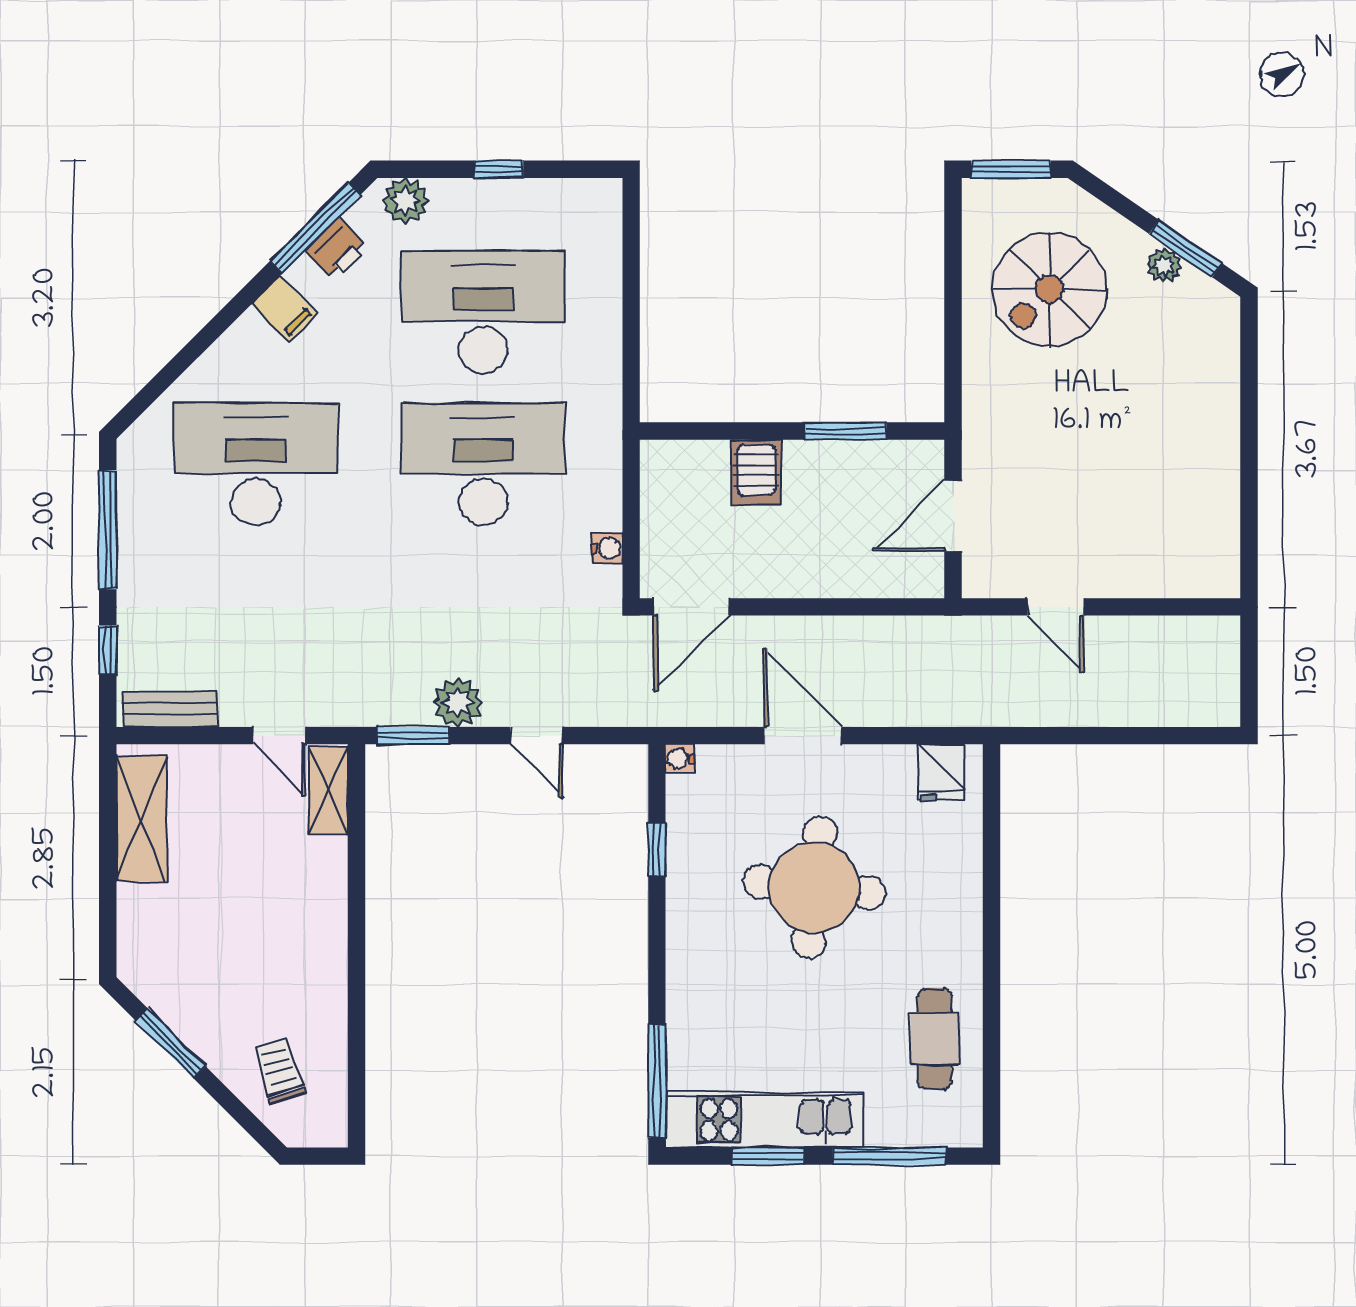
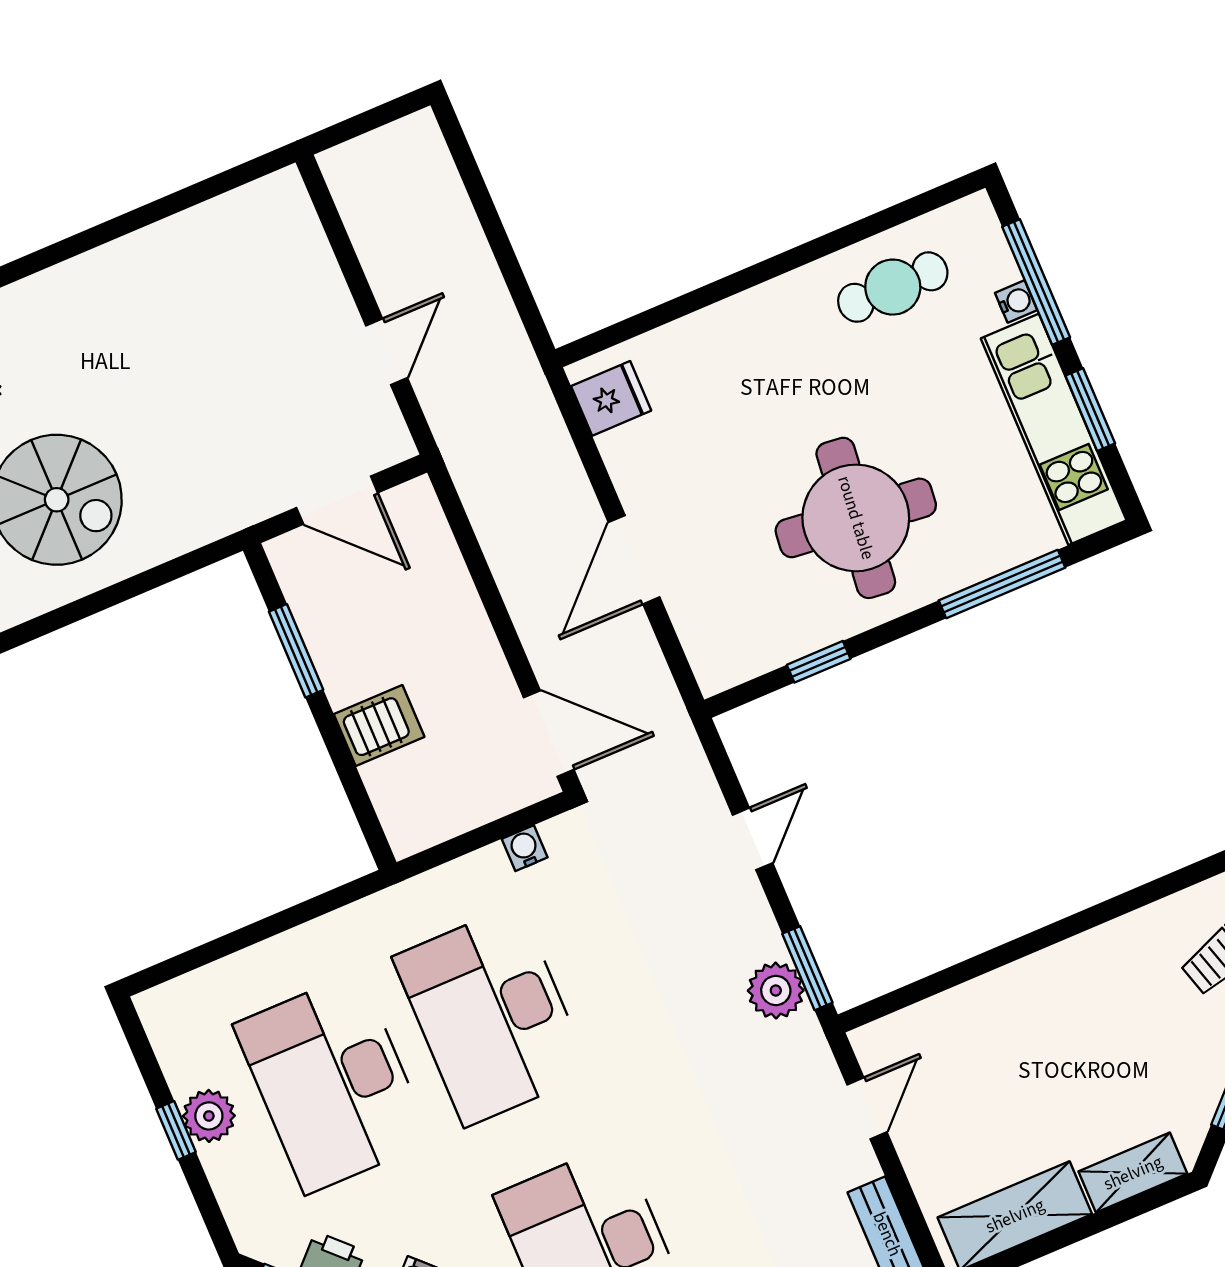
plant: (405, 201) -> (209, 1116), moved
plant: (458, 702) -> (776, 990), moved
water cooler: (680, 758) -> (1016, 301), moved, turned -90
shelving: (328, 791) -> (1133, 1173), moved
round table: (814, 887) -> (856, 518), moved
window: (657, 1081) -> (1002, 584), moved

